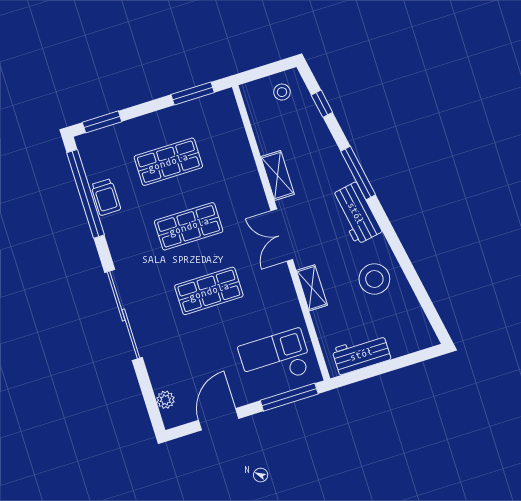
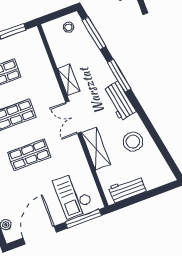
window: (322, 104) -> (94, 33), width x2.17
shelving: (312, 288) -> (96, 149), width x1.50, depth x1.33
checkout: (275, 359) -> (73, 195), turned -90
door: (219, 419) -> (40, 235), width x1.36

